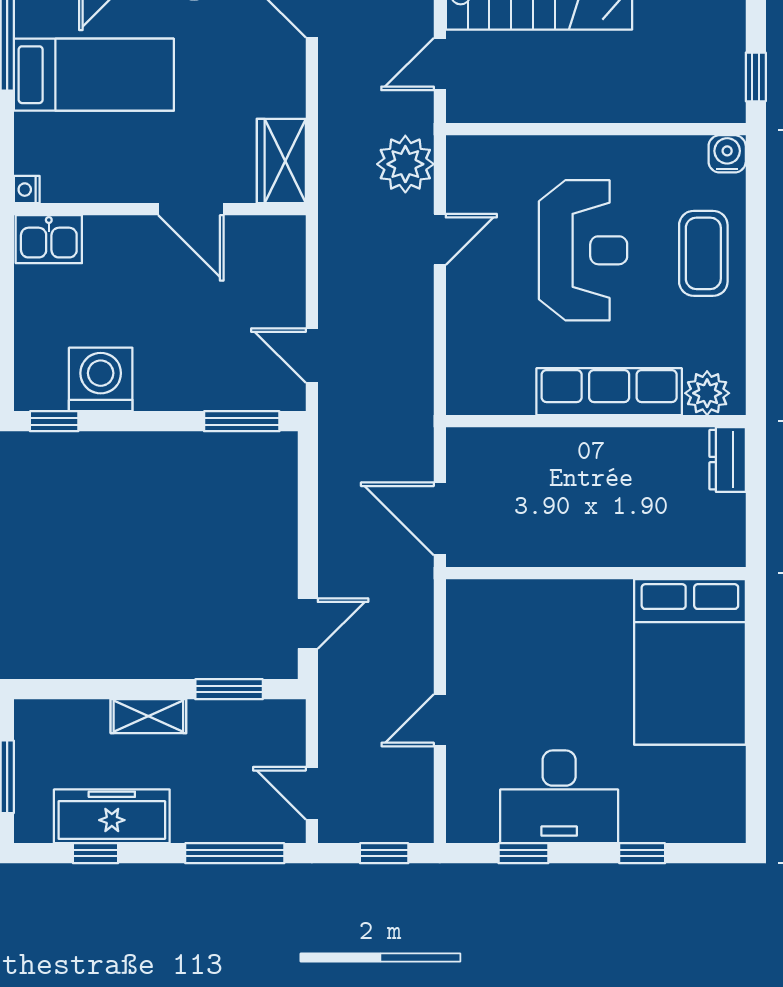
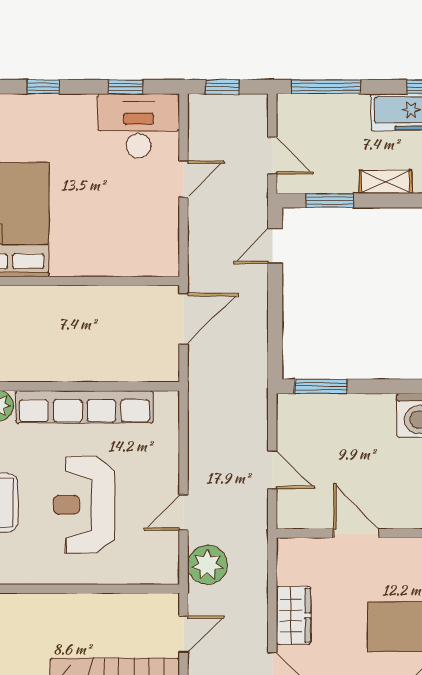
wardrobe: (281, 161) -> (293, 615), moved
door: (312, 356) -> (272, 470), moved
row of seats: (609, 392) -> (85, 407), width x1.36
door: (440, 519) -> (184, 319), hinge flipped
door: (312, 793) -> (272, 156), moved
desk: (559, 797) -> (139, 126), moved

